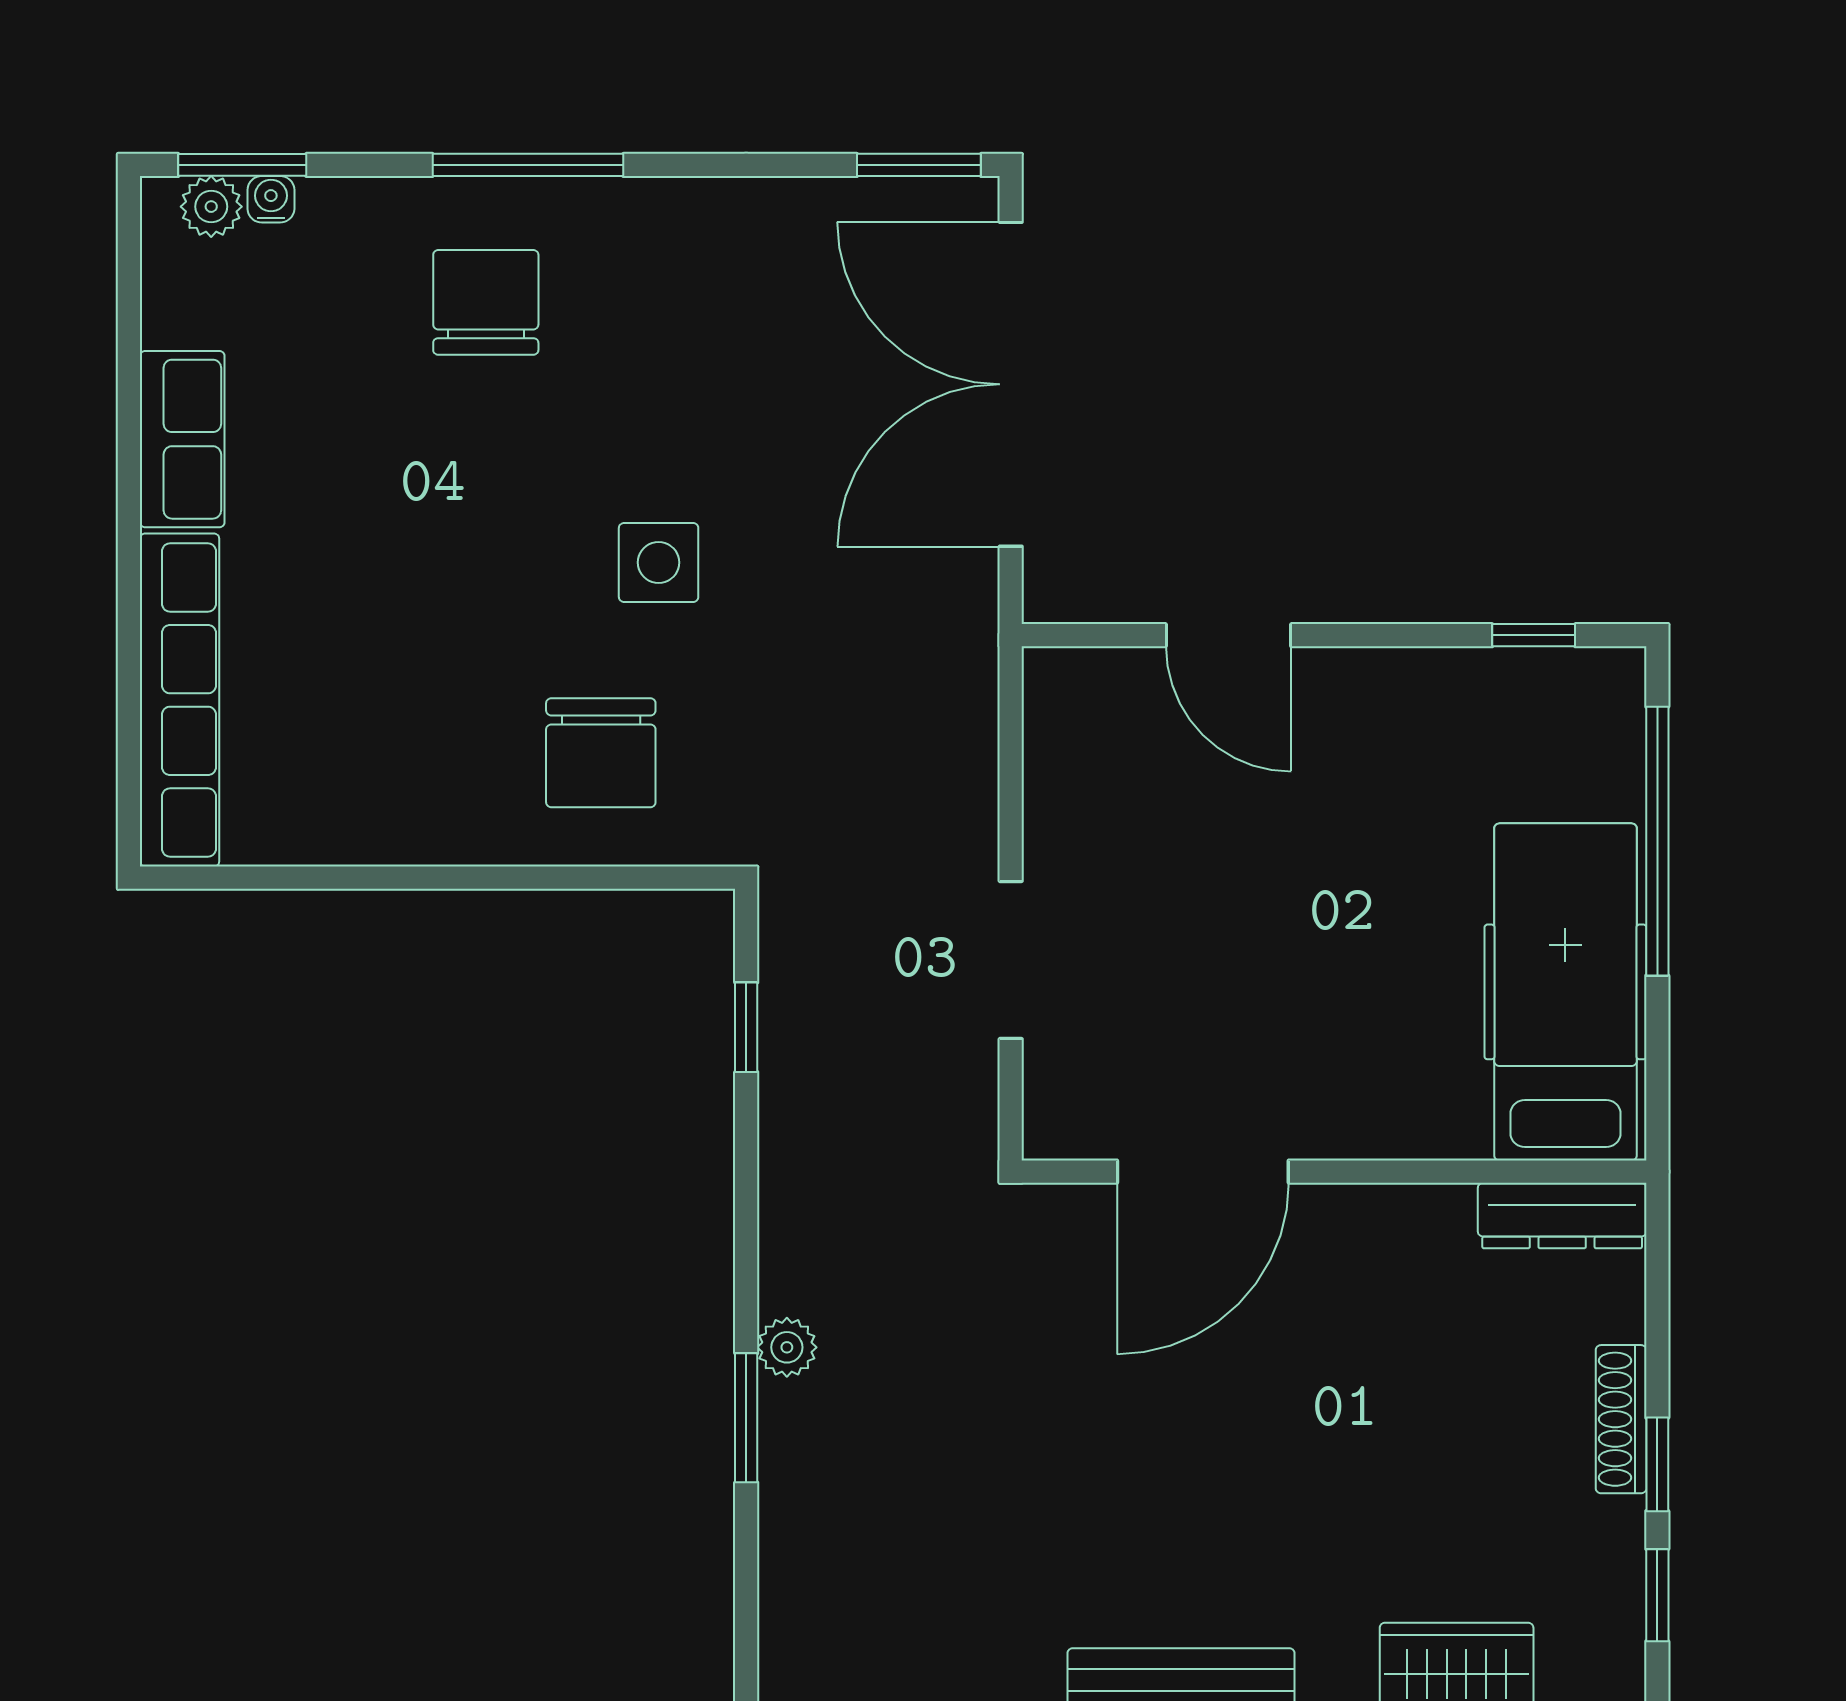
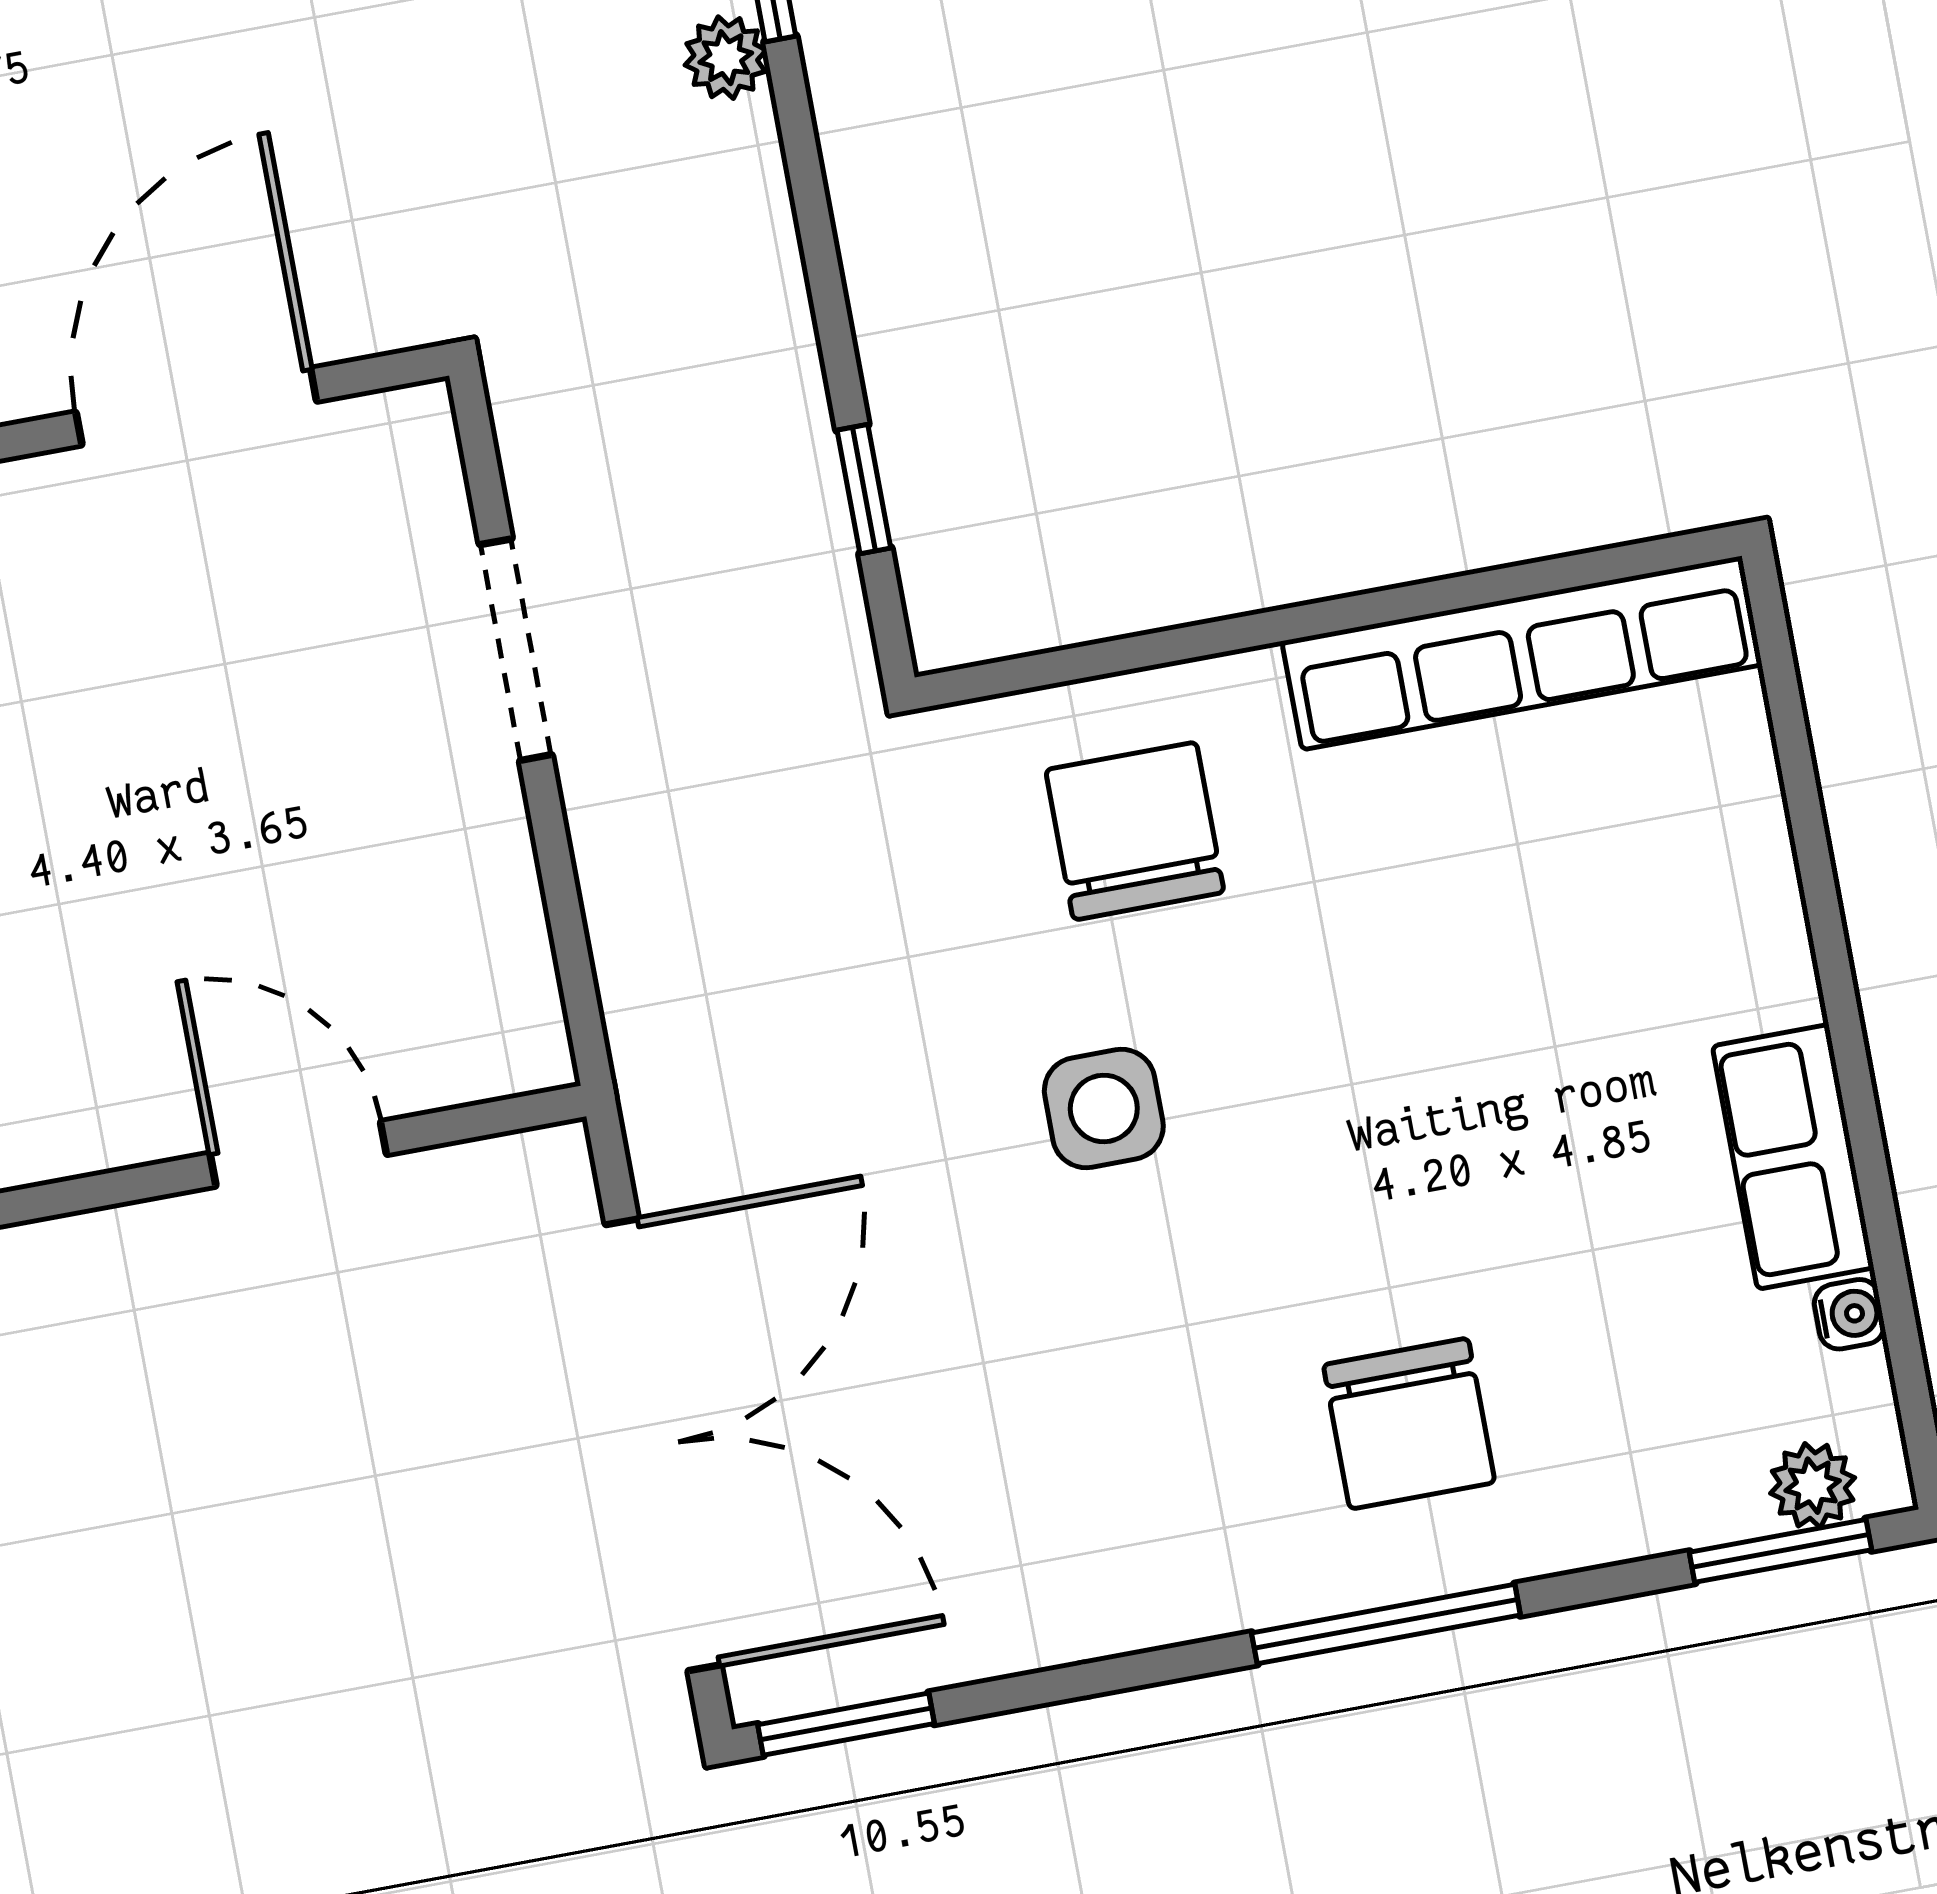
water cooler: (271, 199) -> (1849, 1314), moved, turned -90
row of seats: (180, 700) -> (1522, 653), moved, turned -90

